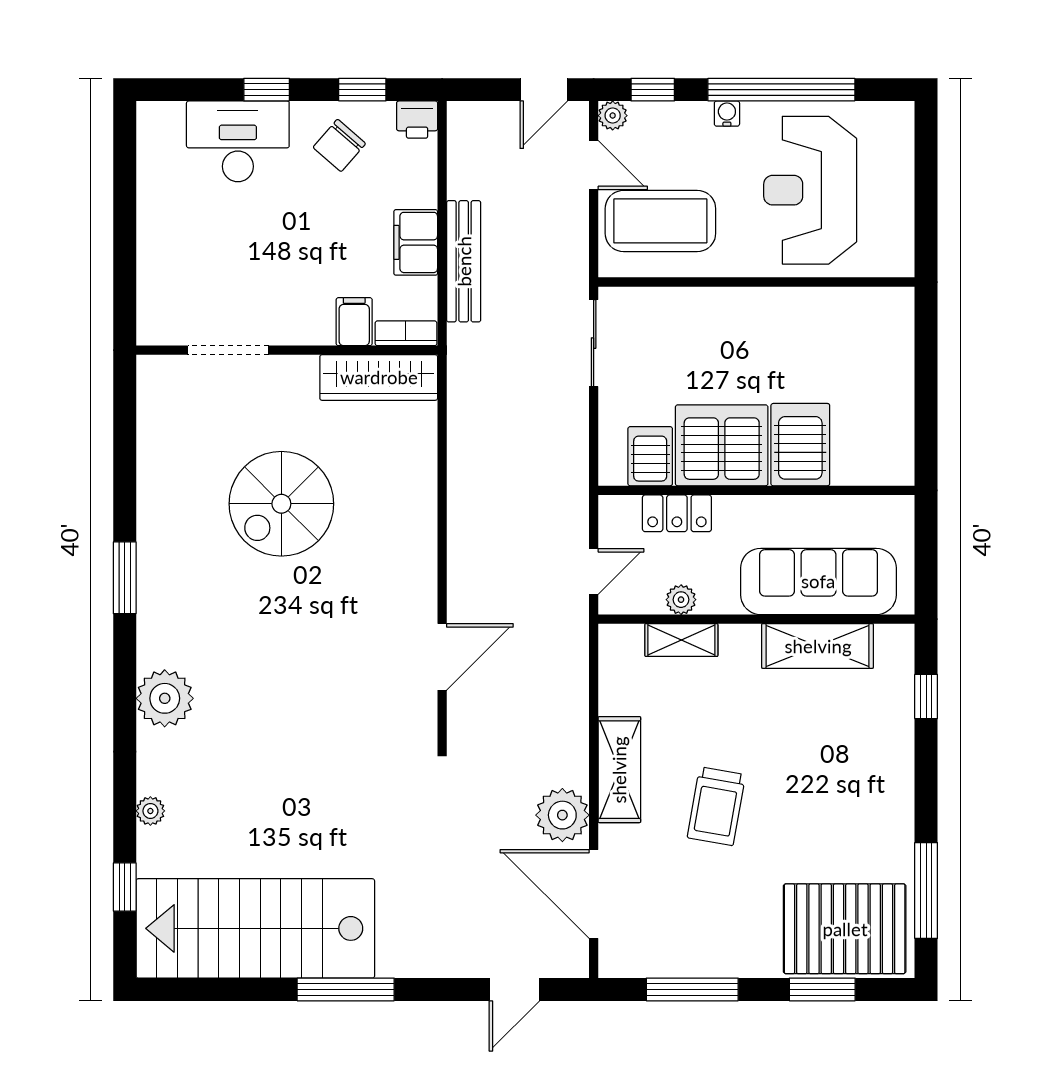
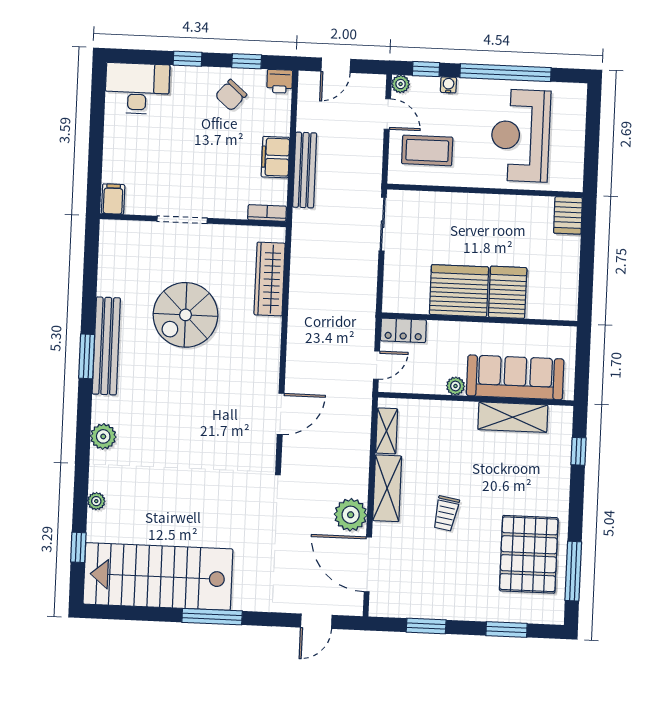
door: (544, 90) -> (336, 65), moved
water cooler: (727, 114) -> (448, 85), moved
desk: (238, 141) -> (137, 89), moved
coffee table: (660, 221) -> (427, 150), width x0.73, depth x0.76
filing cabinet: (354, 322) -> (113, 199), moved
doorway: (228, 350) -> (182, 220), moved
wardrobe: (379, 377) -> (270, 279), moved, turned 90
server rack: (650, 456) -> (568, 215), moved, turned 180
locker: (677, 513) -> (403, 330), moved
bench: (156, 560) -> (106, 346), added
plant: (681, 600) -> (455, 386), moved
shelving: (681, 640) -> (387, 431), moved, turned 90
plant: (165, 698) -> (103, 436), width x0.73, depth x0.73
trolley: (716, 806) -> (446, 513), width x0.73, depth x0.72
pallet: (845, 929) -> (529, 554), moved, turned 90
window: (692, 989) -> (426, 626), width x0.69

